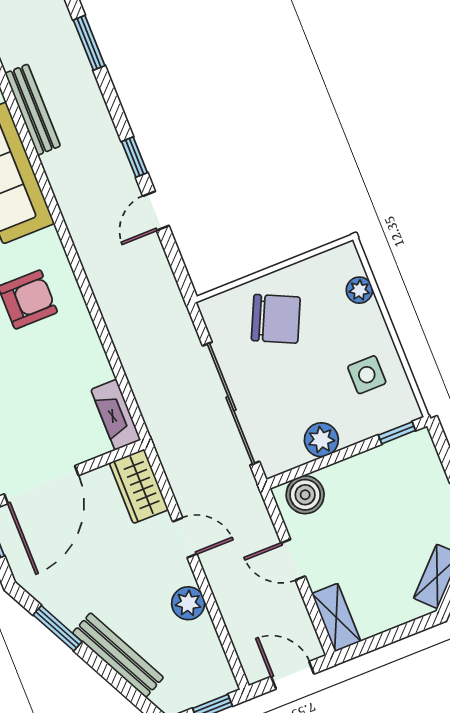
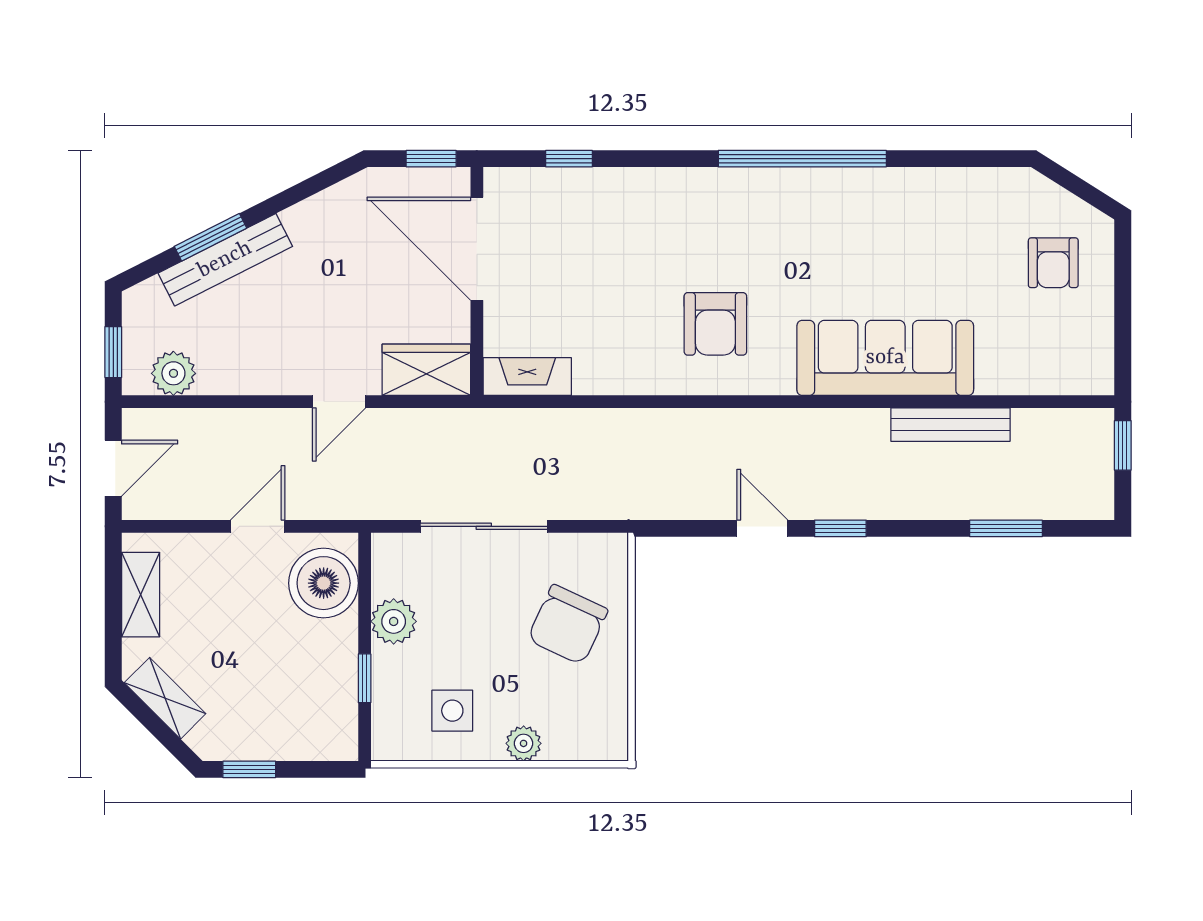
plant: (359, 290) -> (524, 743), moved
sliding door: (231, 404) -> (484, 526), width x0.73
window: (397, 433) -> (365, 678), moved
boiler: (305, 495) -> (324, 583), width x1.37, depth x1.37
plant: (188, 603) -> (173, 373), moved
shelving: (336, 617) -> (141, 595), moved, turned 90
window: (58, 628) -> (210, 237), moved

